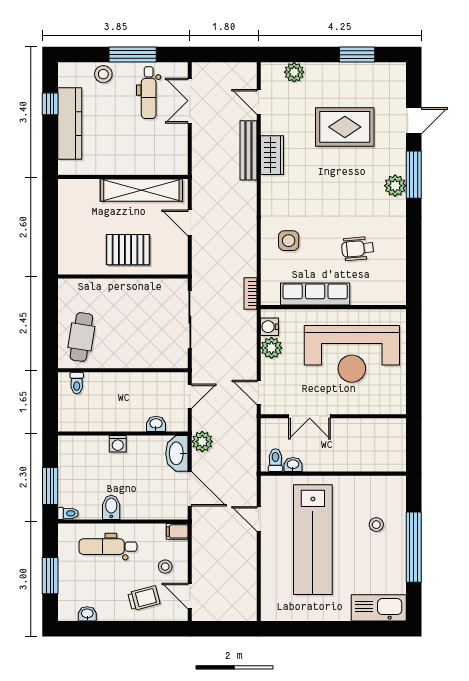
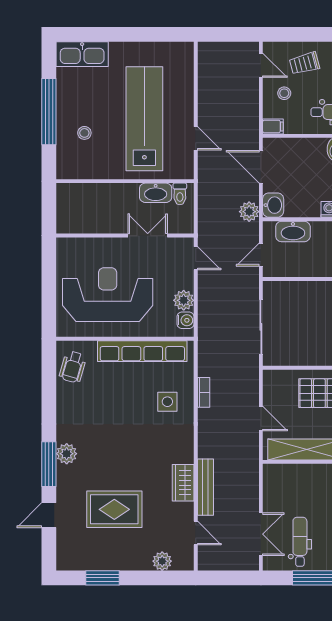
wheelchair: (358, 249) -> (73, 367), moved, turned 111
bookcase: (250, 294) -> (204, 392), moved
row of seats: (315, 294) -> (142, 351), width x1.36
washbasin: (156, 424) -> (293, 232), width x1.91, depth x1.45
washbasin: (177, 453) -> (273, 205), width x0.72
washbasin: (293, 465) -> (156, 193), width x1.91, depth x1.45

